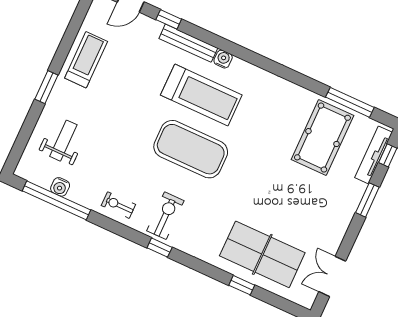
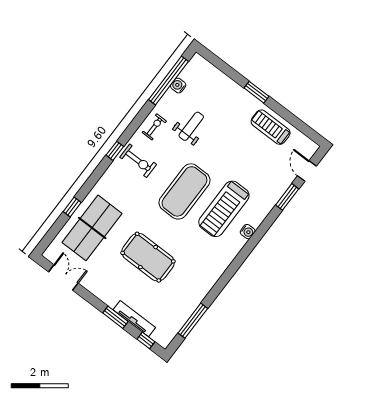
window: (169, 19) -> (287, 197), width x1.50
bench: (188, 43) -> (266, 208), removed
treadmill: (86, 60) -> (271, 127), turned 180
pool table: (322, 138) -> (148, 257), moved
weight bench: (63, 141) -> (191, 126), moved, turned -90
tv unit: (373, 155) -> (134, 319), moved

